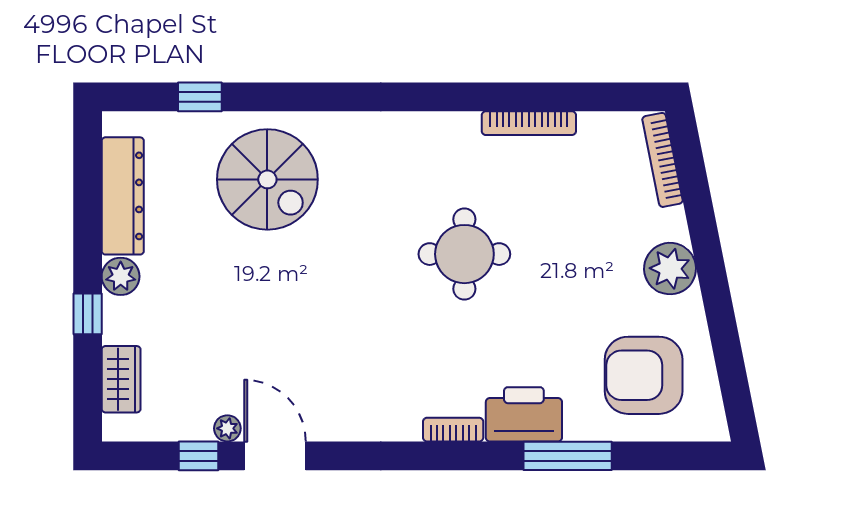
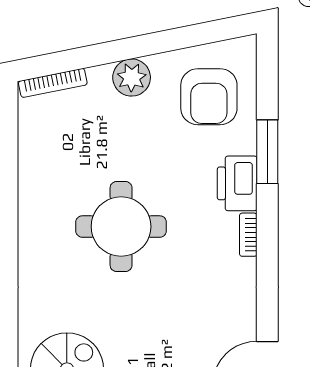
bookcase: (529, 123) -> (26, 180), removed
round table: (464, 254) -> (121, 227), width x1.36, depth x1.36

